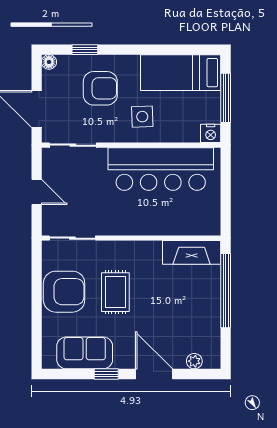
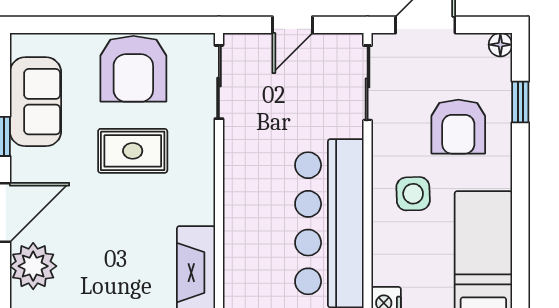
plant: (194, 361) -> (33, 266), width x1.88, depth x1.88

